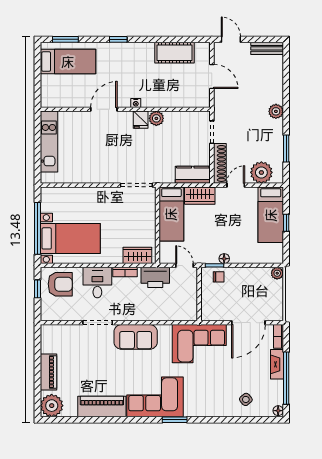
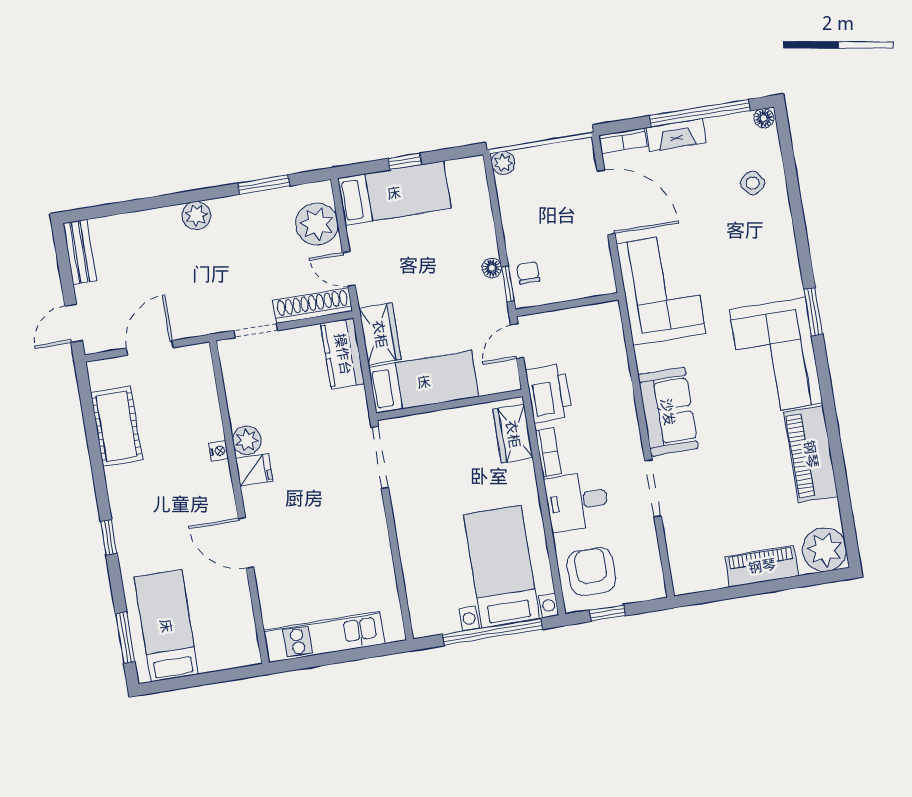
nightstand: (136, 103) -> (219, 451), moved

